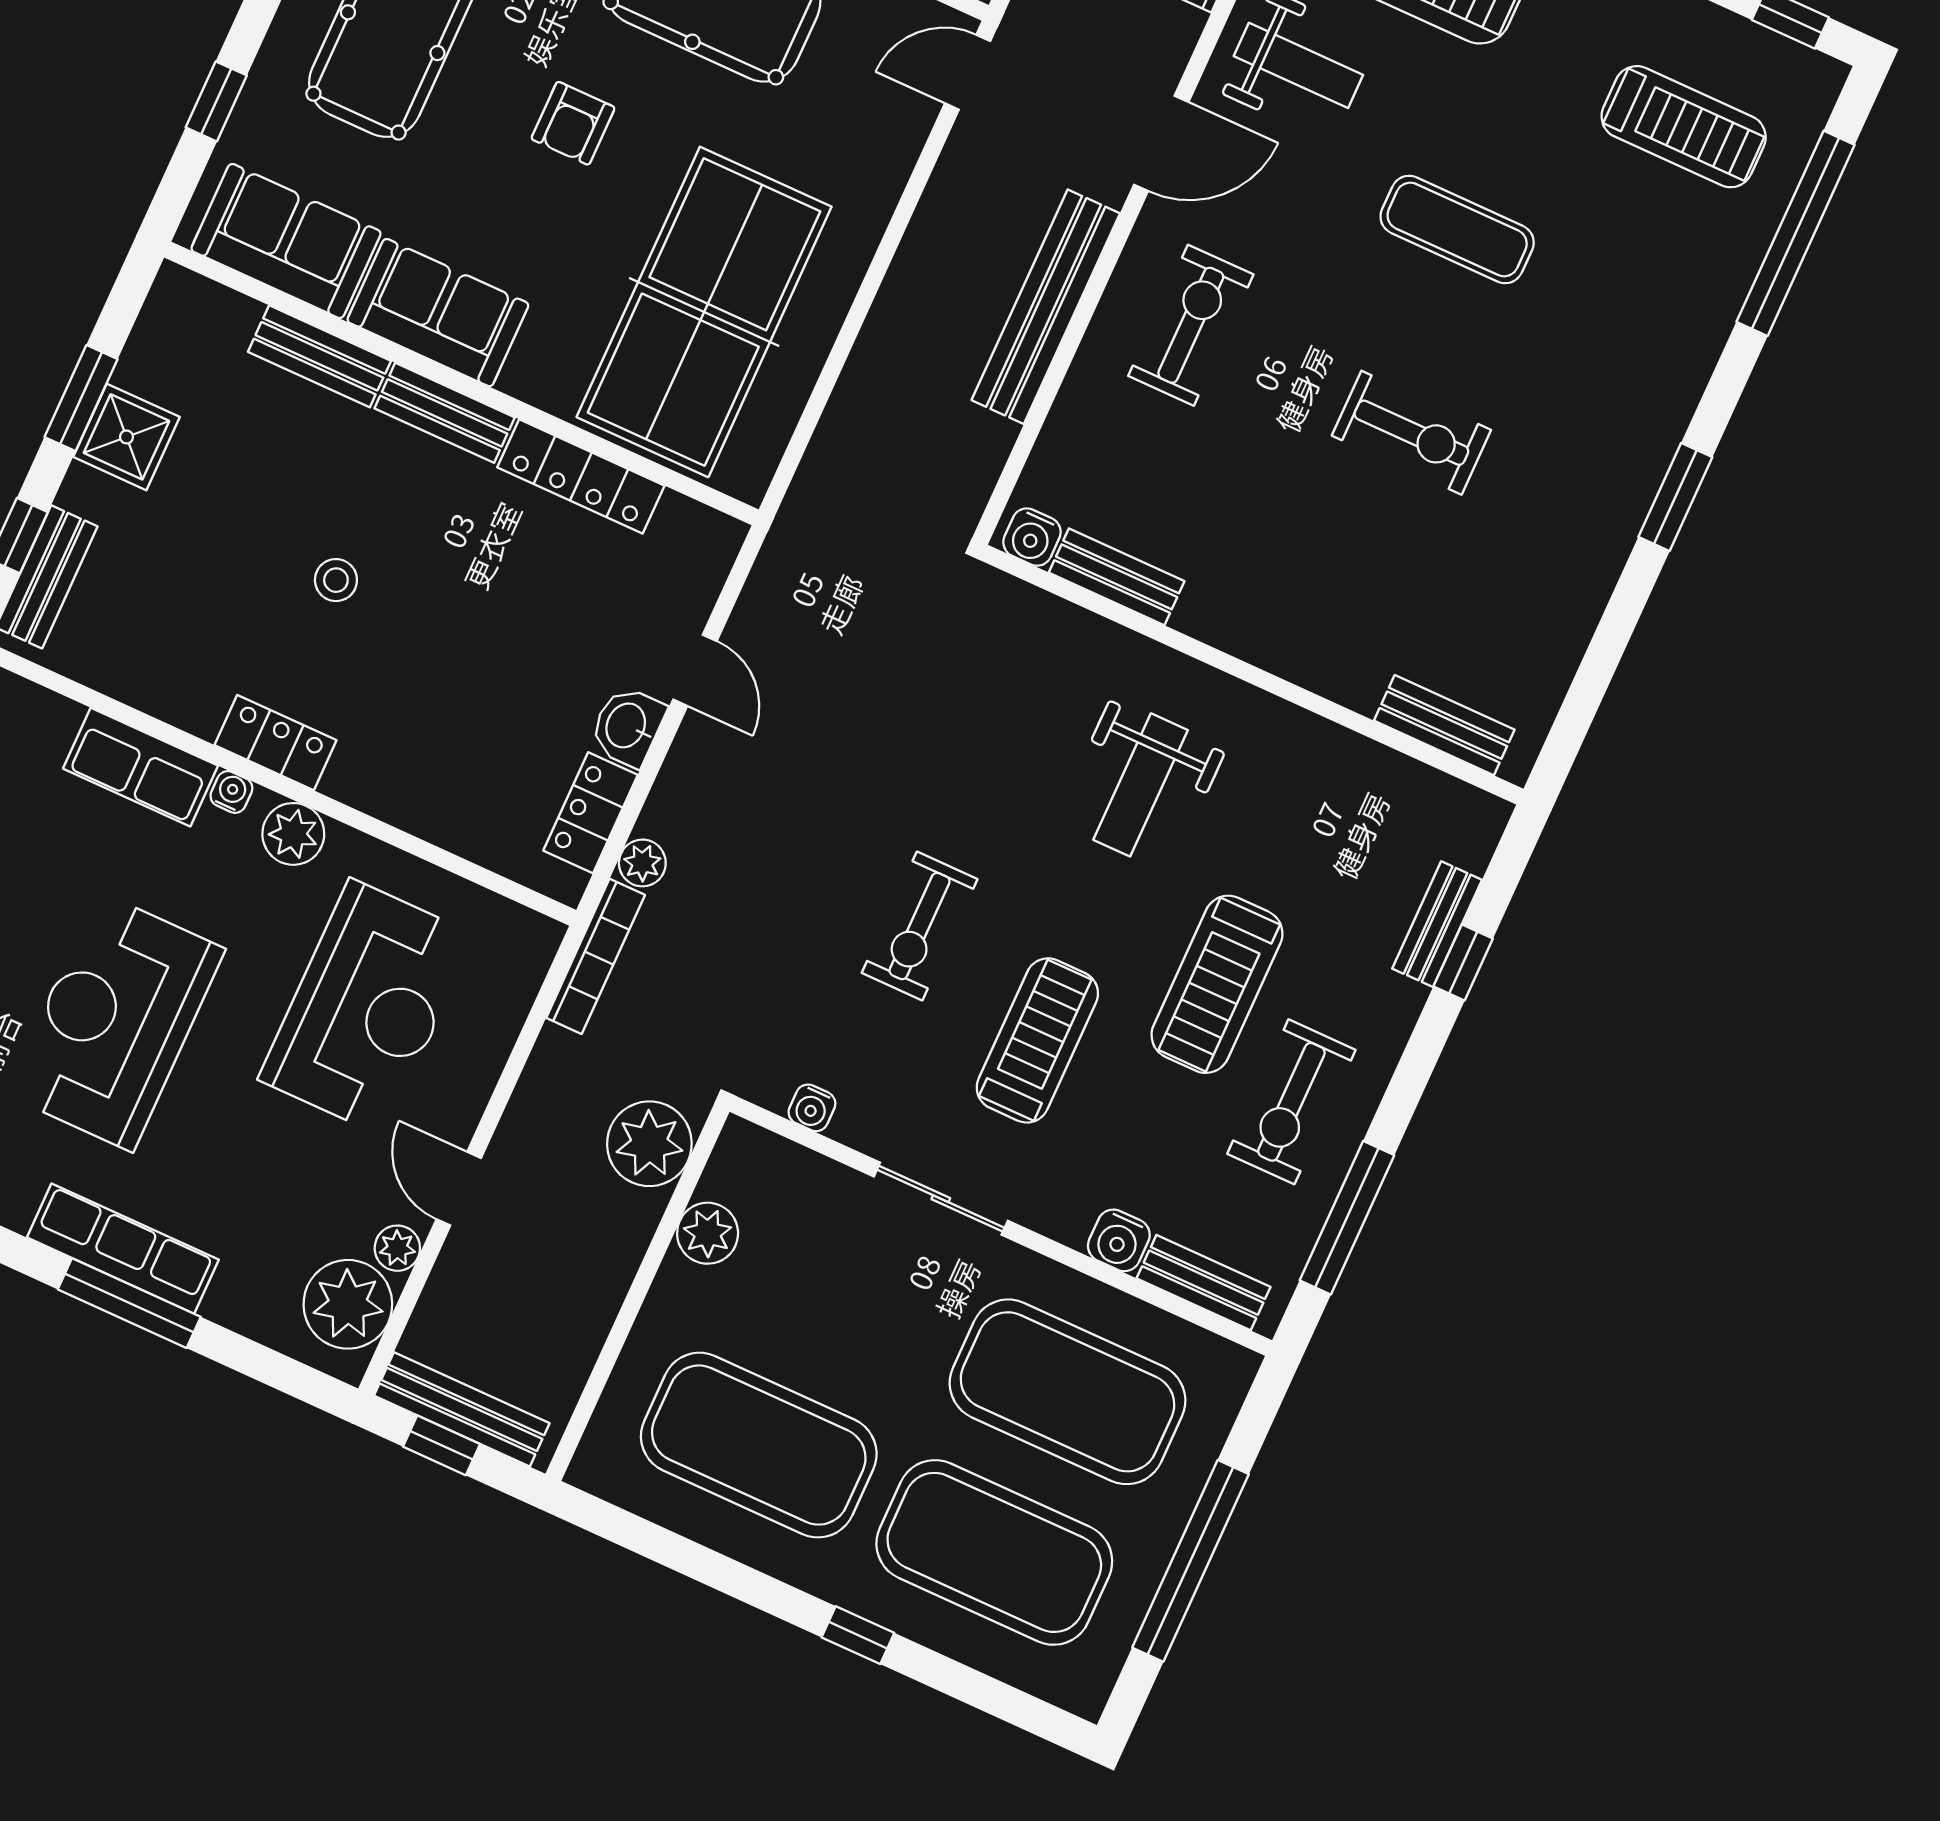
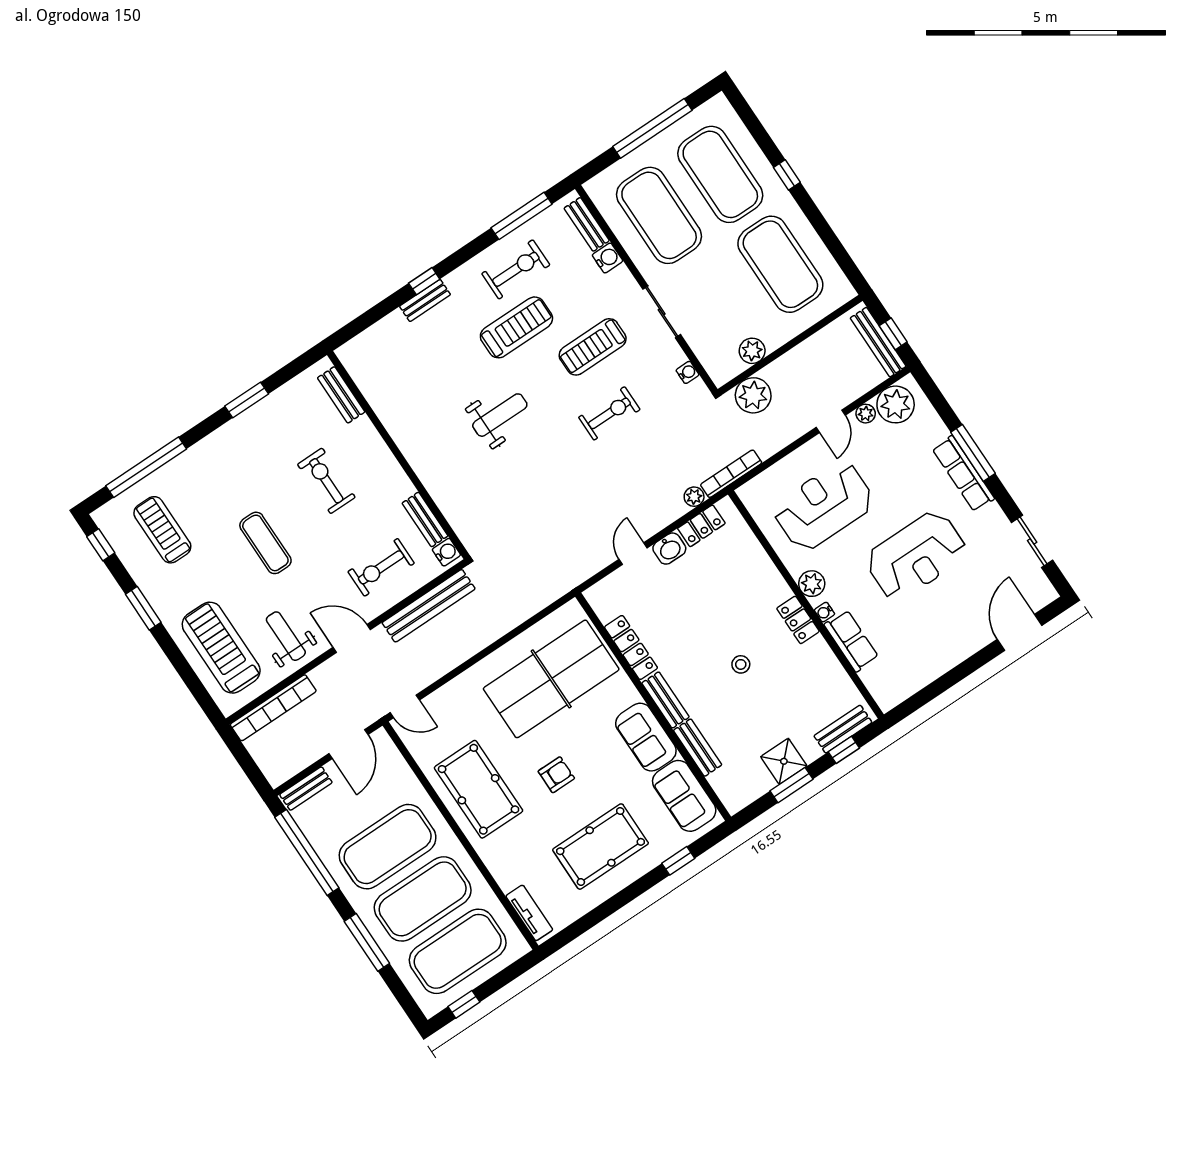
water cooler: (1032, 537) -> (446, 552), moved
bench: (1117, 577) -> (425, 519), moved
wall: (1252, 675) -> (398, 455), moved
bench: (1444, 725) -> (341, 395), moved

